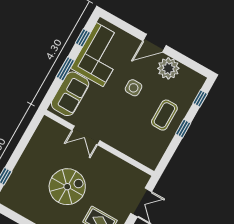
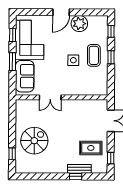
side table: (134, 88) -> (73, 60), moved
spiral stairs: (67, 187) -> (34, 141), moved

